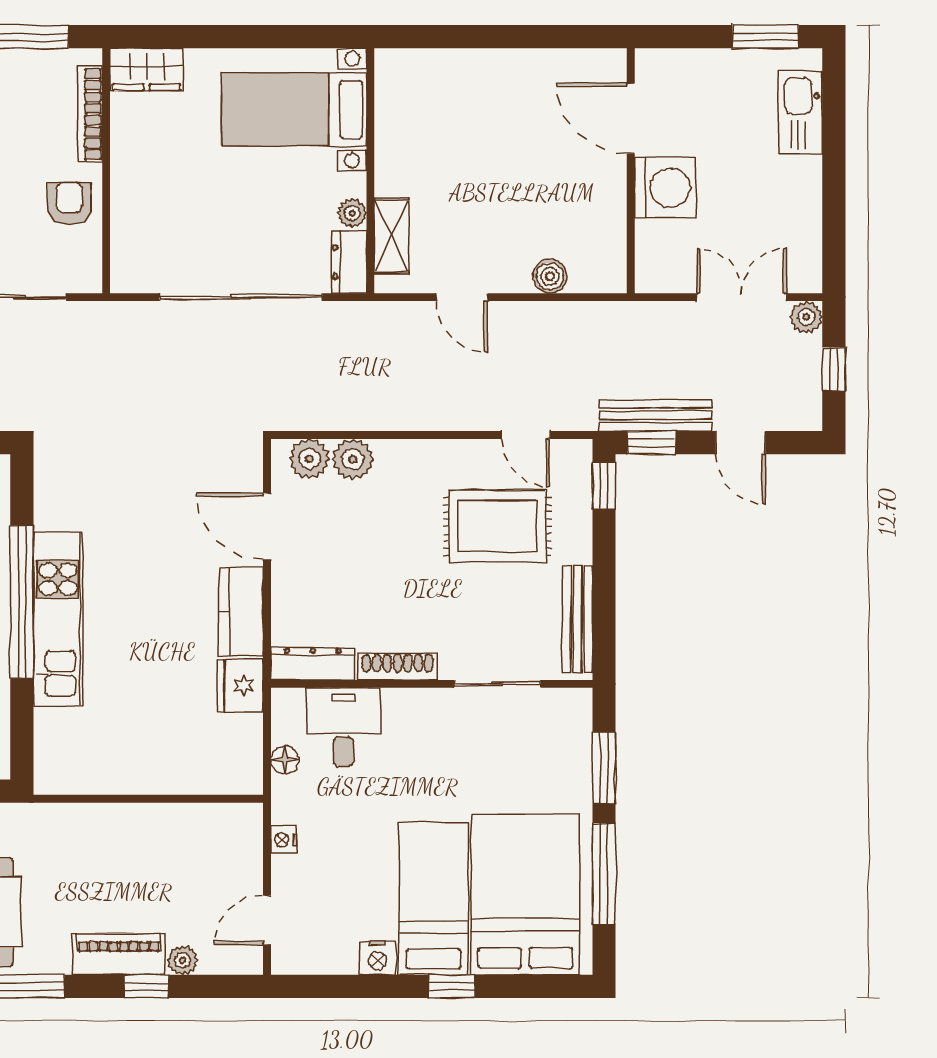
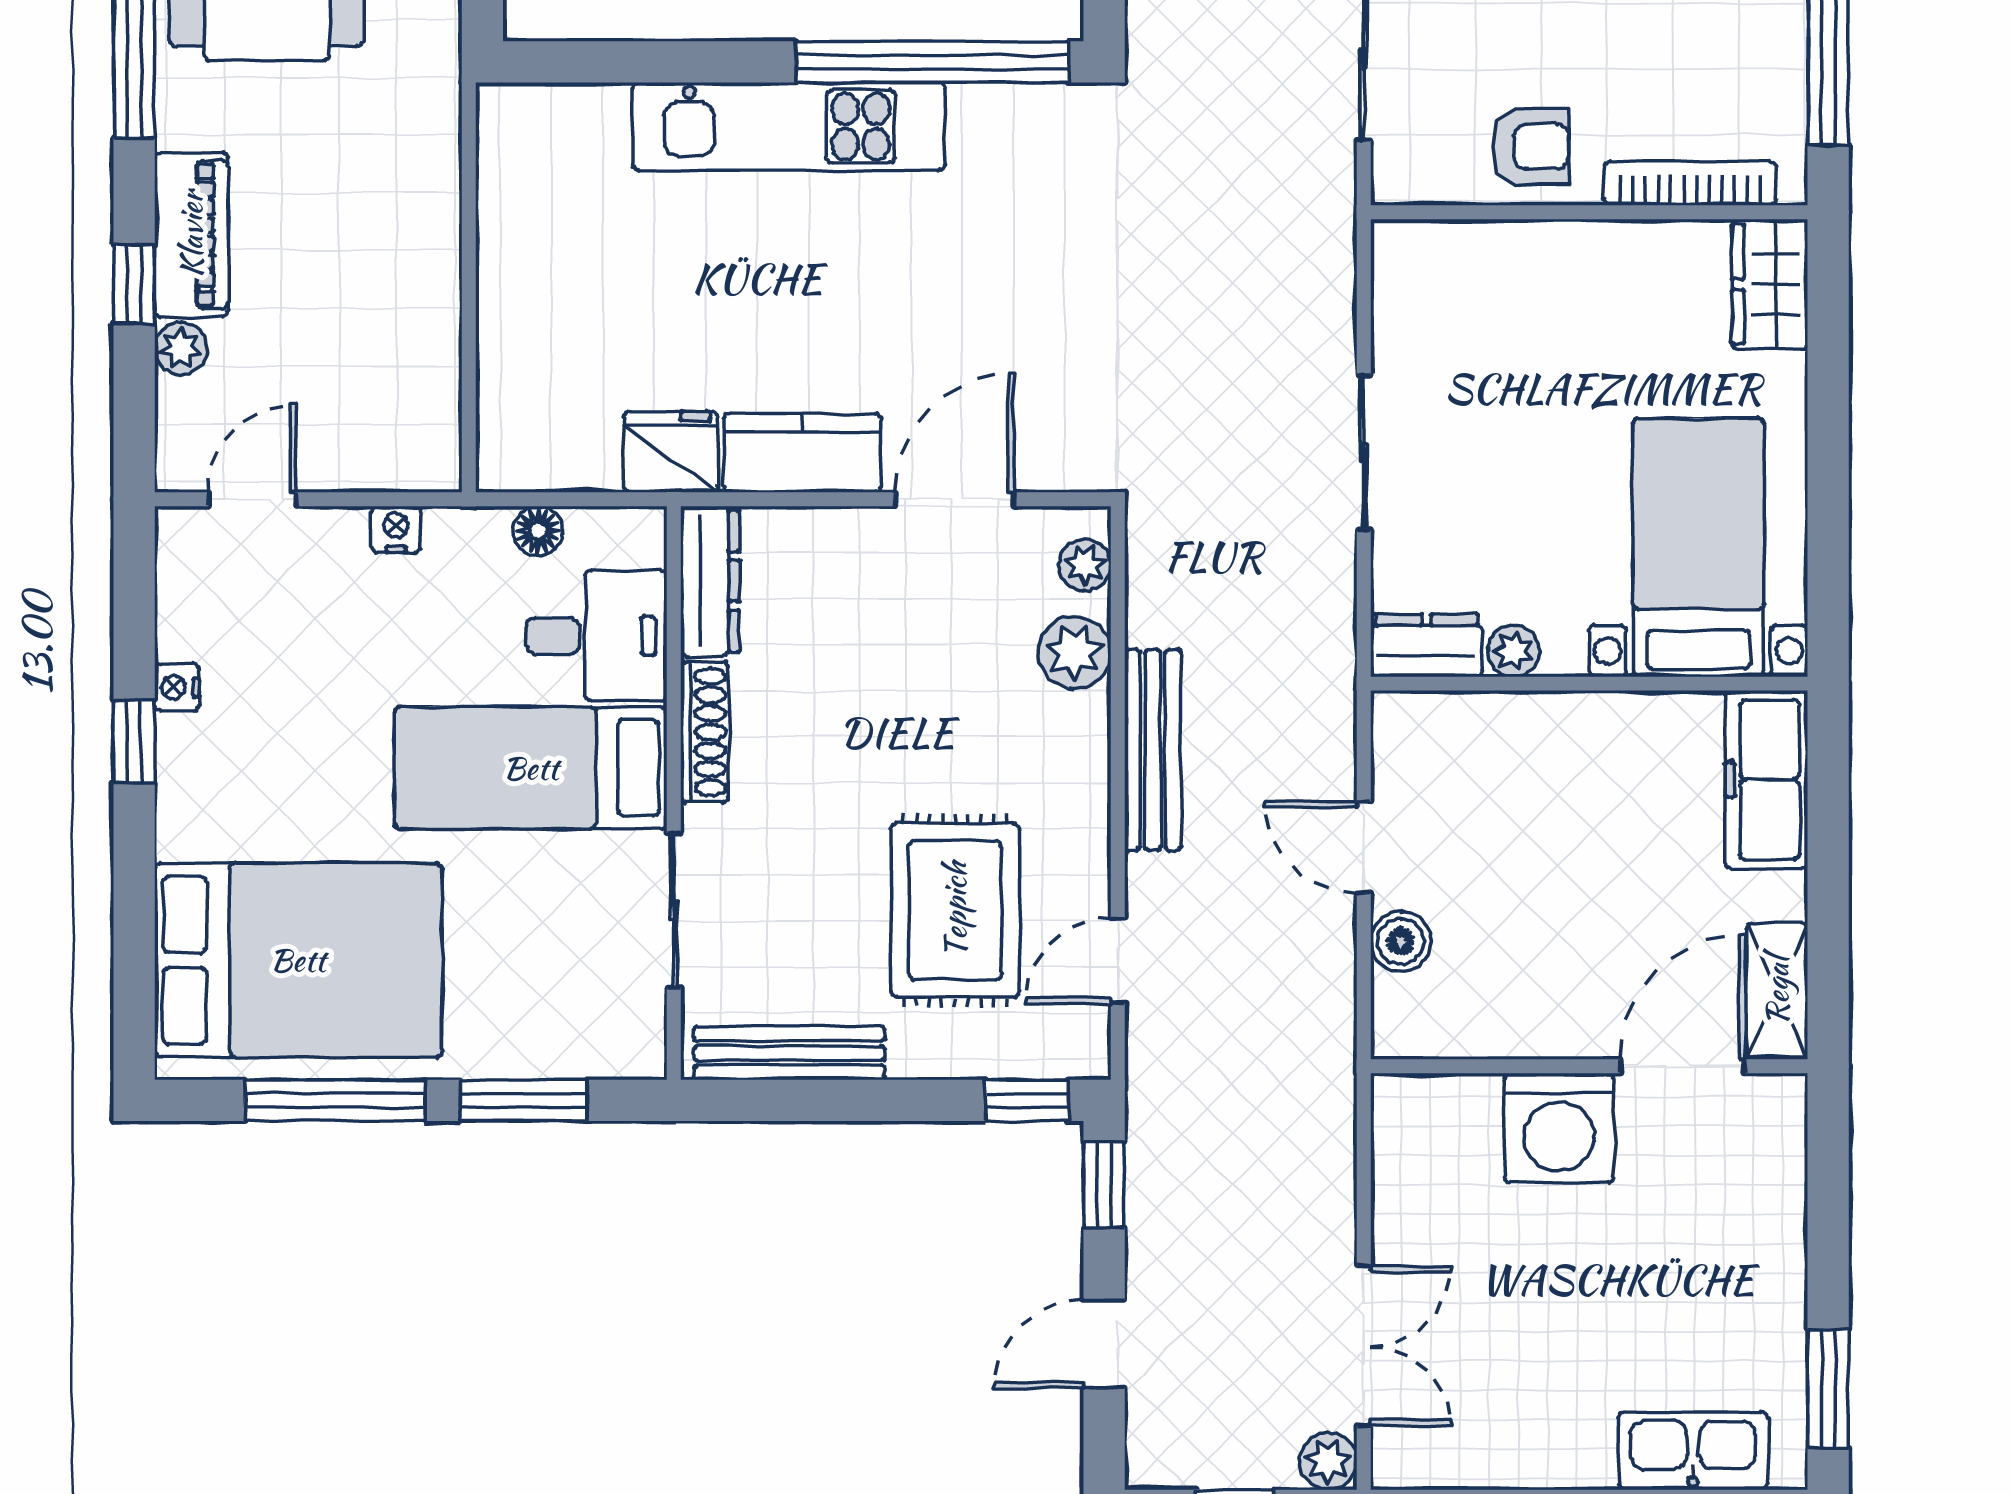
freezer: (424, 71) -> (1766, 780), added
door: (631, 118) -> (1682, 1066), moved
wall: (631, 171) -> (1589, 1066), moved
washing machine: (665, 188) -> (1559, 1128), moved
shelving: (391, 236) -> (1777, 991), moved, turned 90
boiler: (550, 276) -> (1401, 942), moved
sliding door: (241, 297) -> (1364, 453), width x0.54
door: (462, 297) -> (1364, 847), hinge flipped
bench: (655, 415) -> (1153, 750), moved
plant: (309, 459) -> (1085, 565), width x0.73, depth x0.73
window: (22, 602) -> (932, 62), moved
bed: (434, 899) -> (531, 768), moved, turned 180
door: (267, 920) -> (252, 499), hinge flipped
nightstand: (378, 958) -> (177, 687), width x0.72, depth x0.74
window: (452, 986) -> (134, 742), moved

